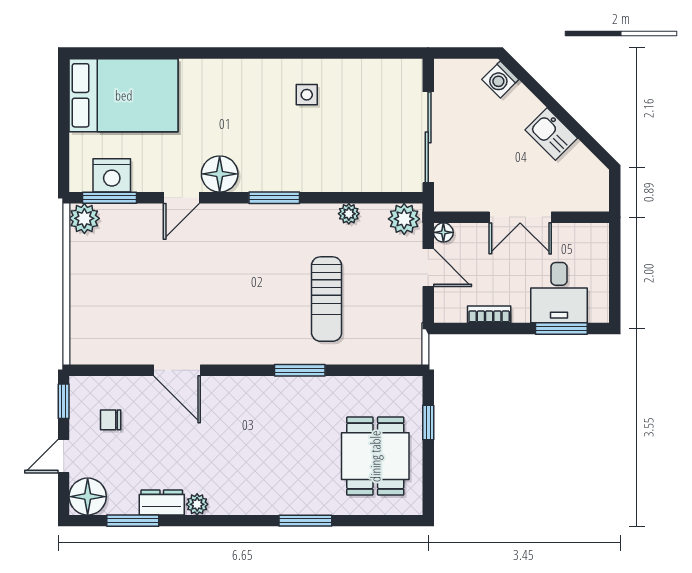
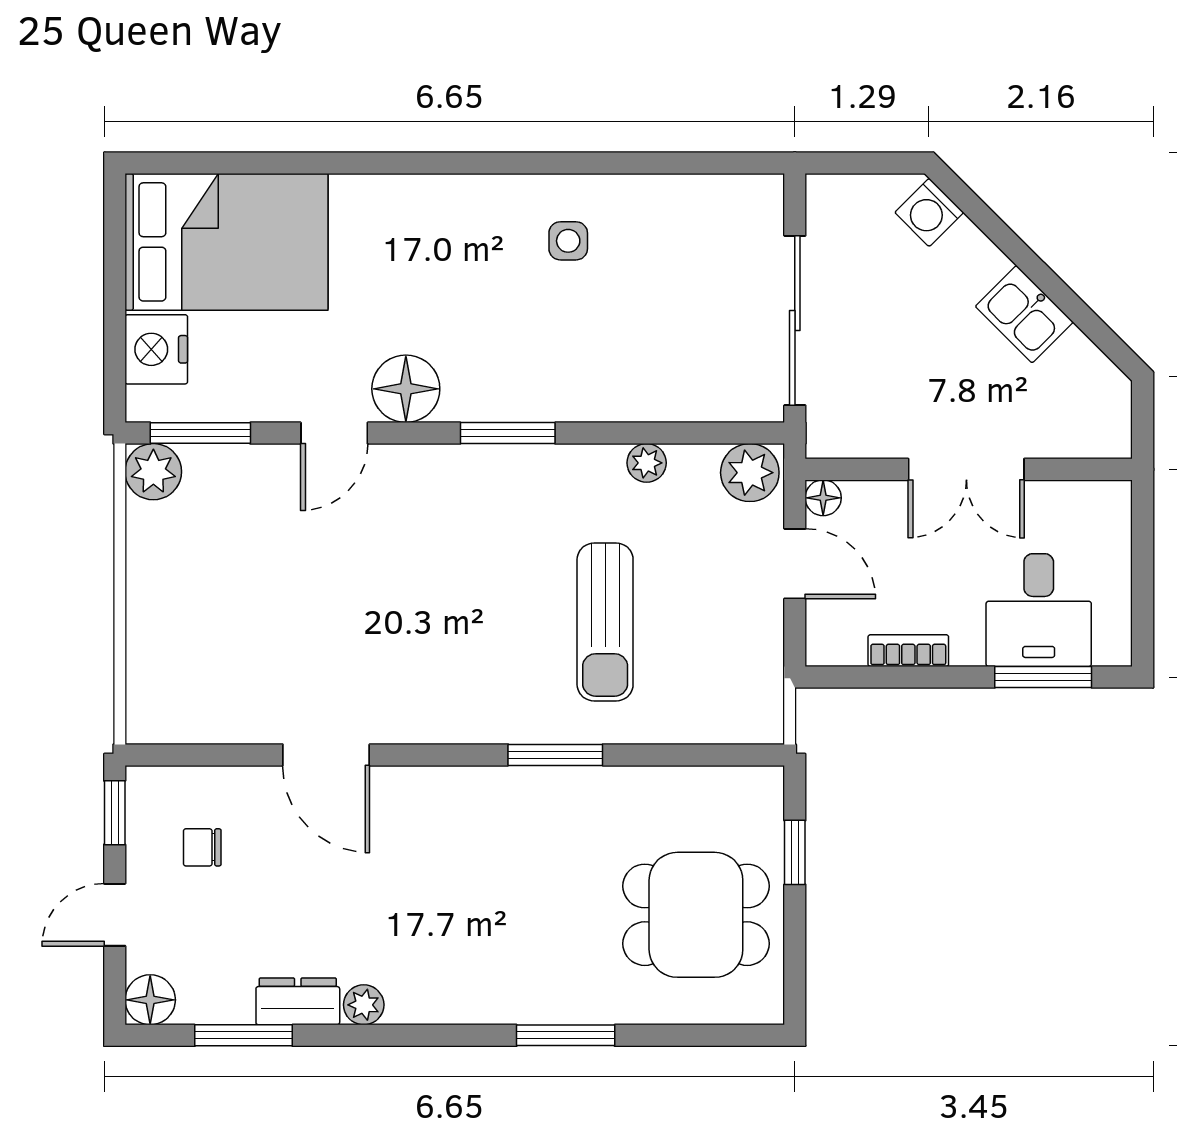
nightstand: (112, 175) -> (156, 349), moved, turned 90
dining table: (375, 456) -> (696, 915), turned 90
floor lamp: (88, 497) -> (150, 1000), width x0.73, depth x0.73

